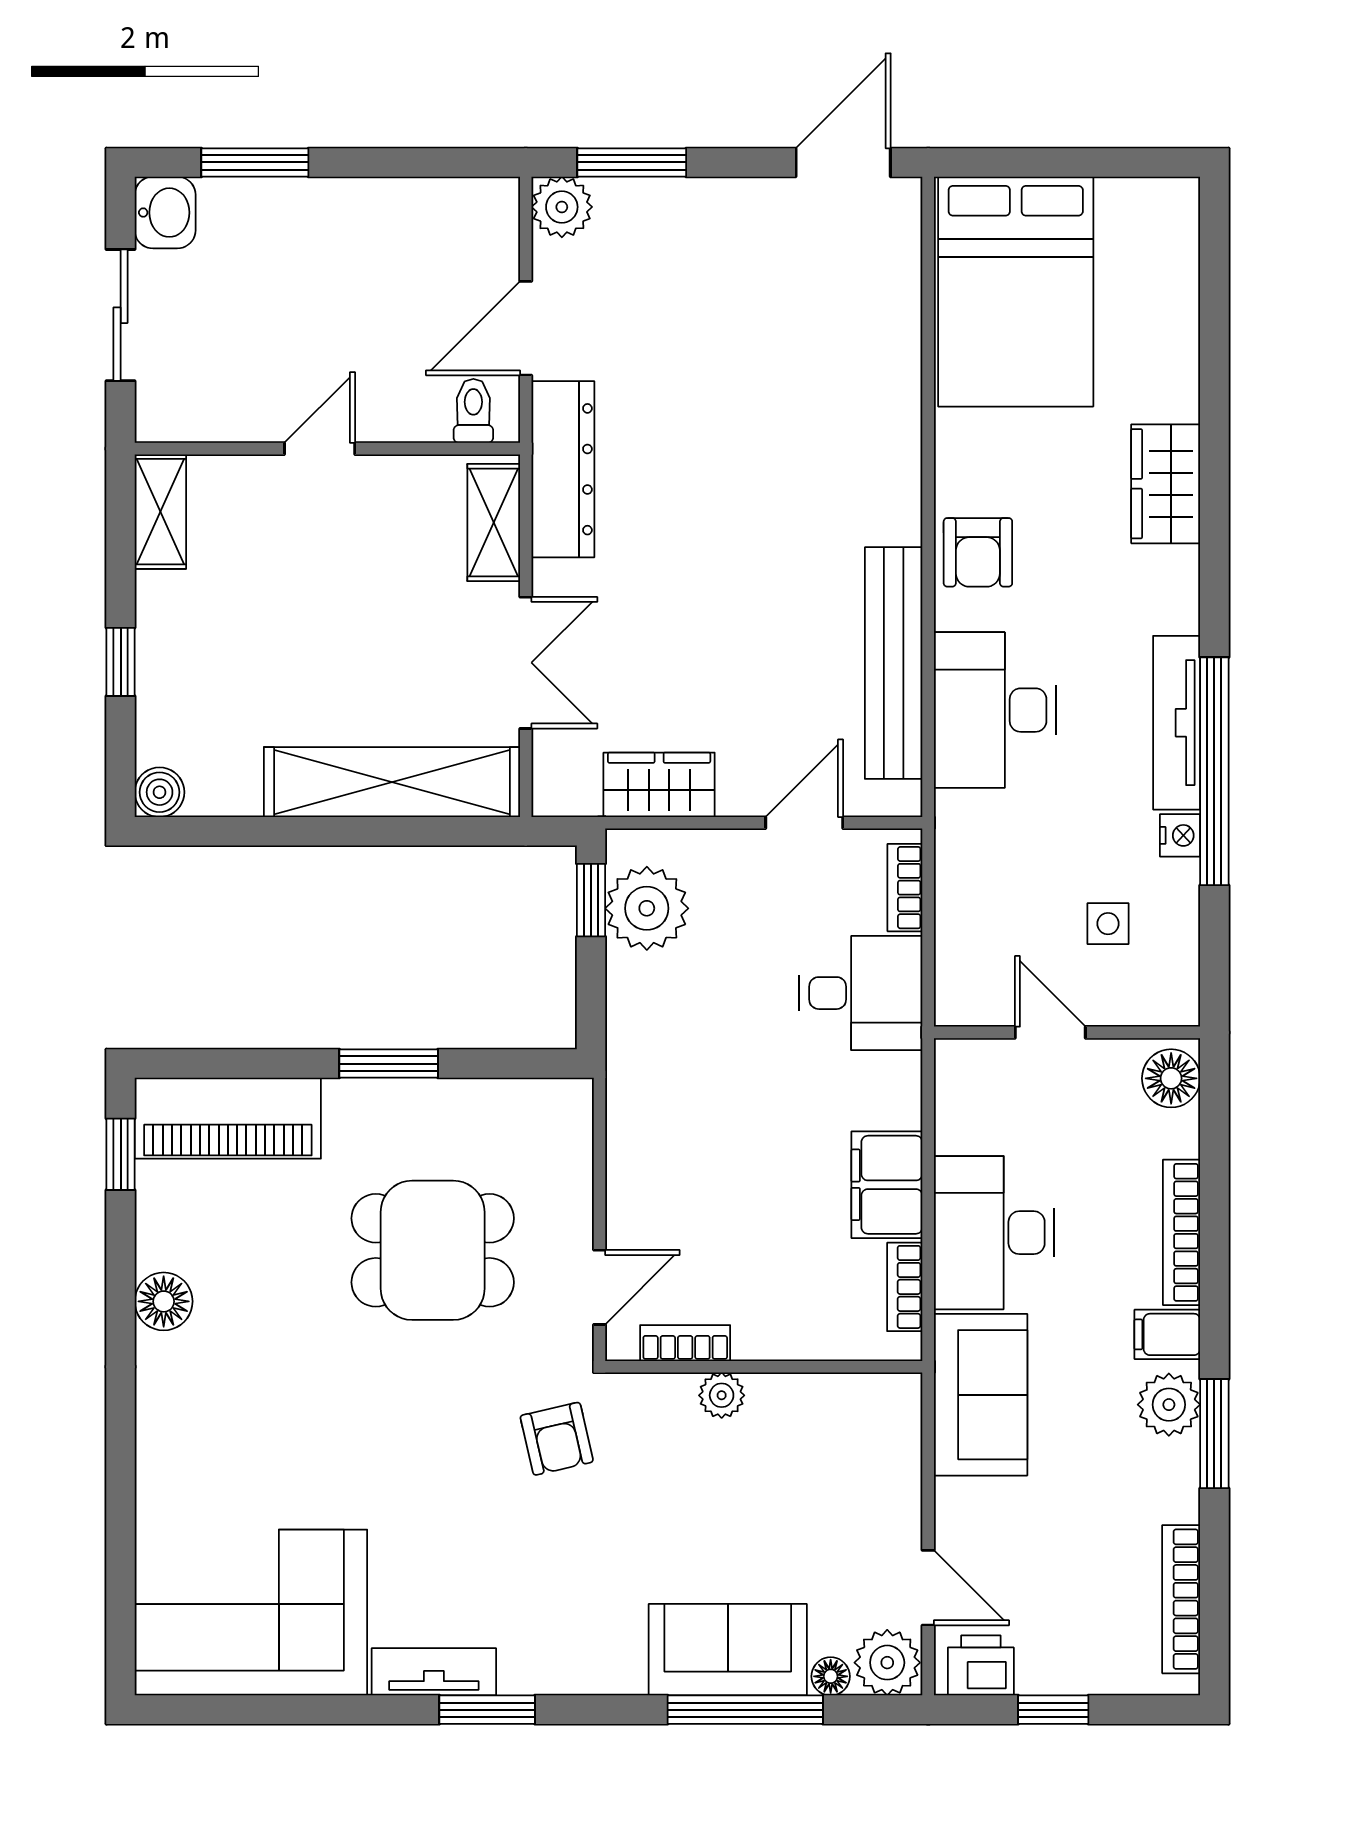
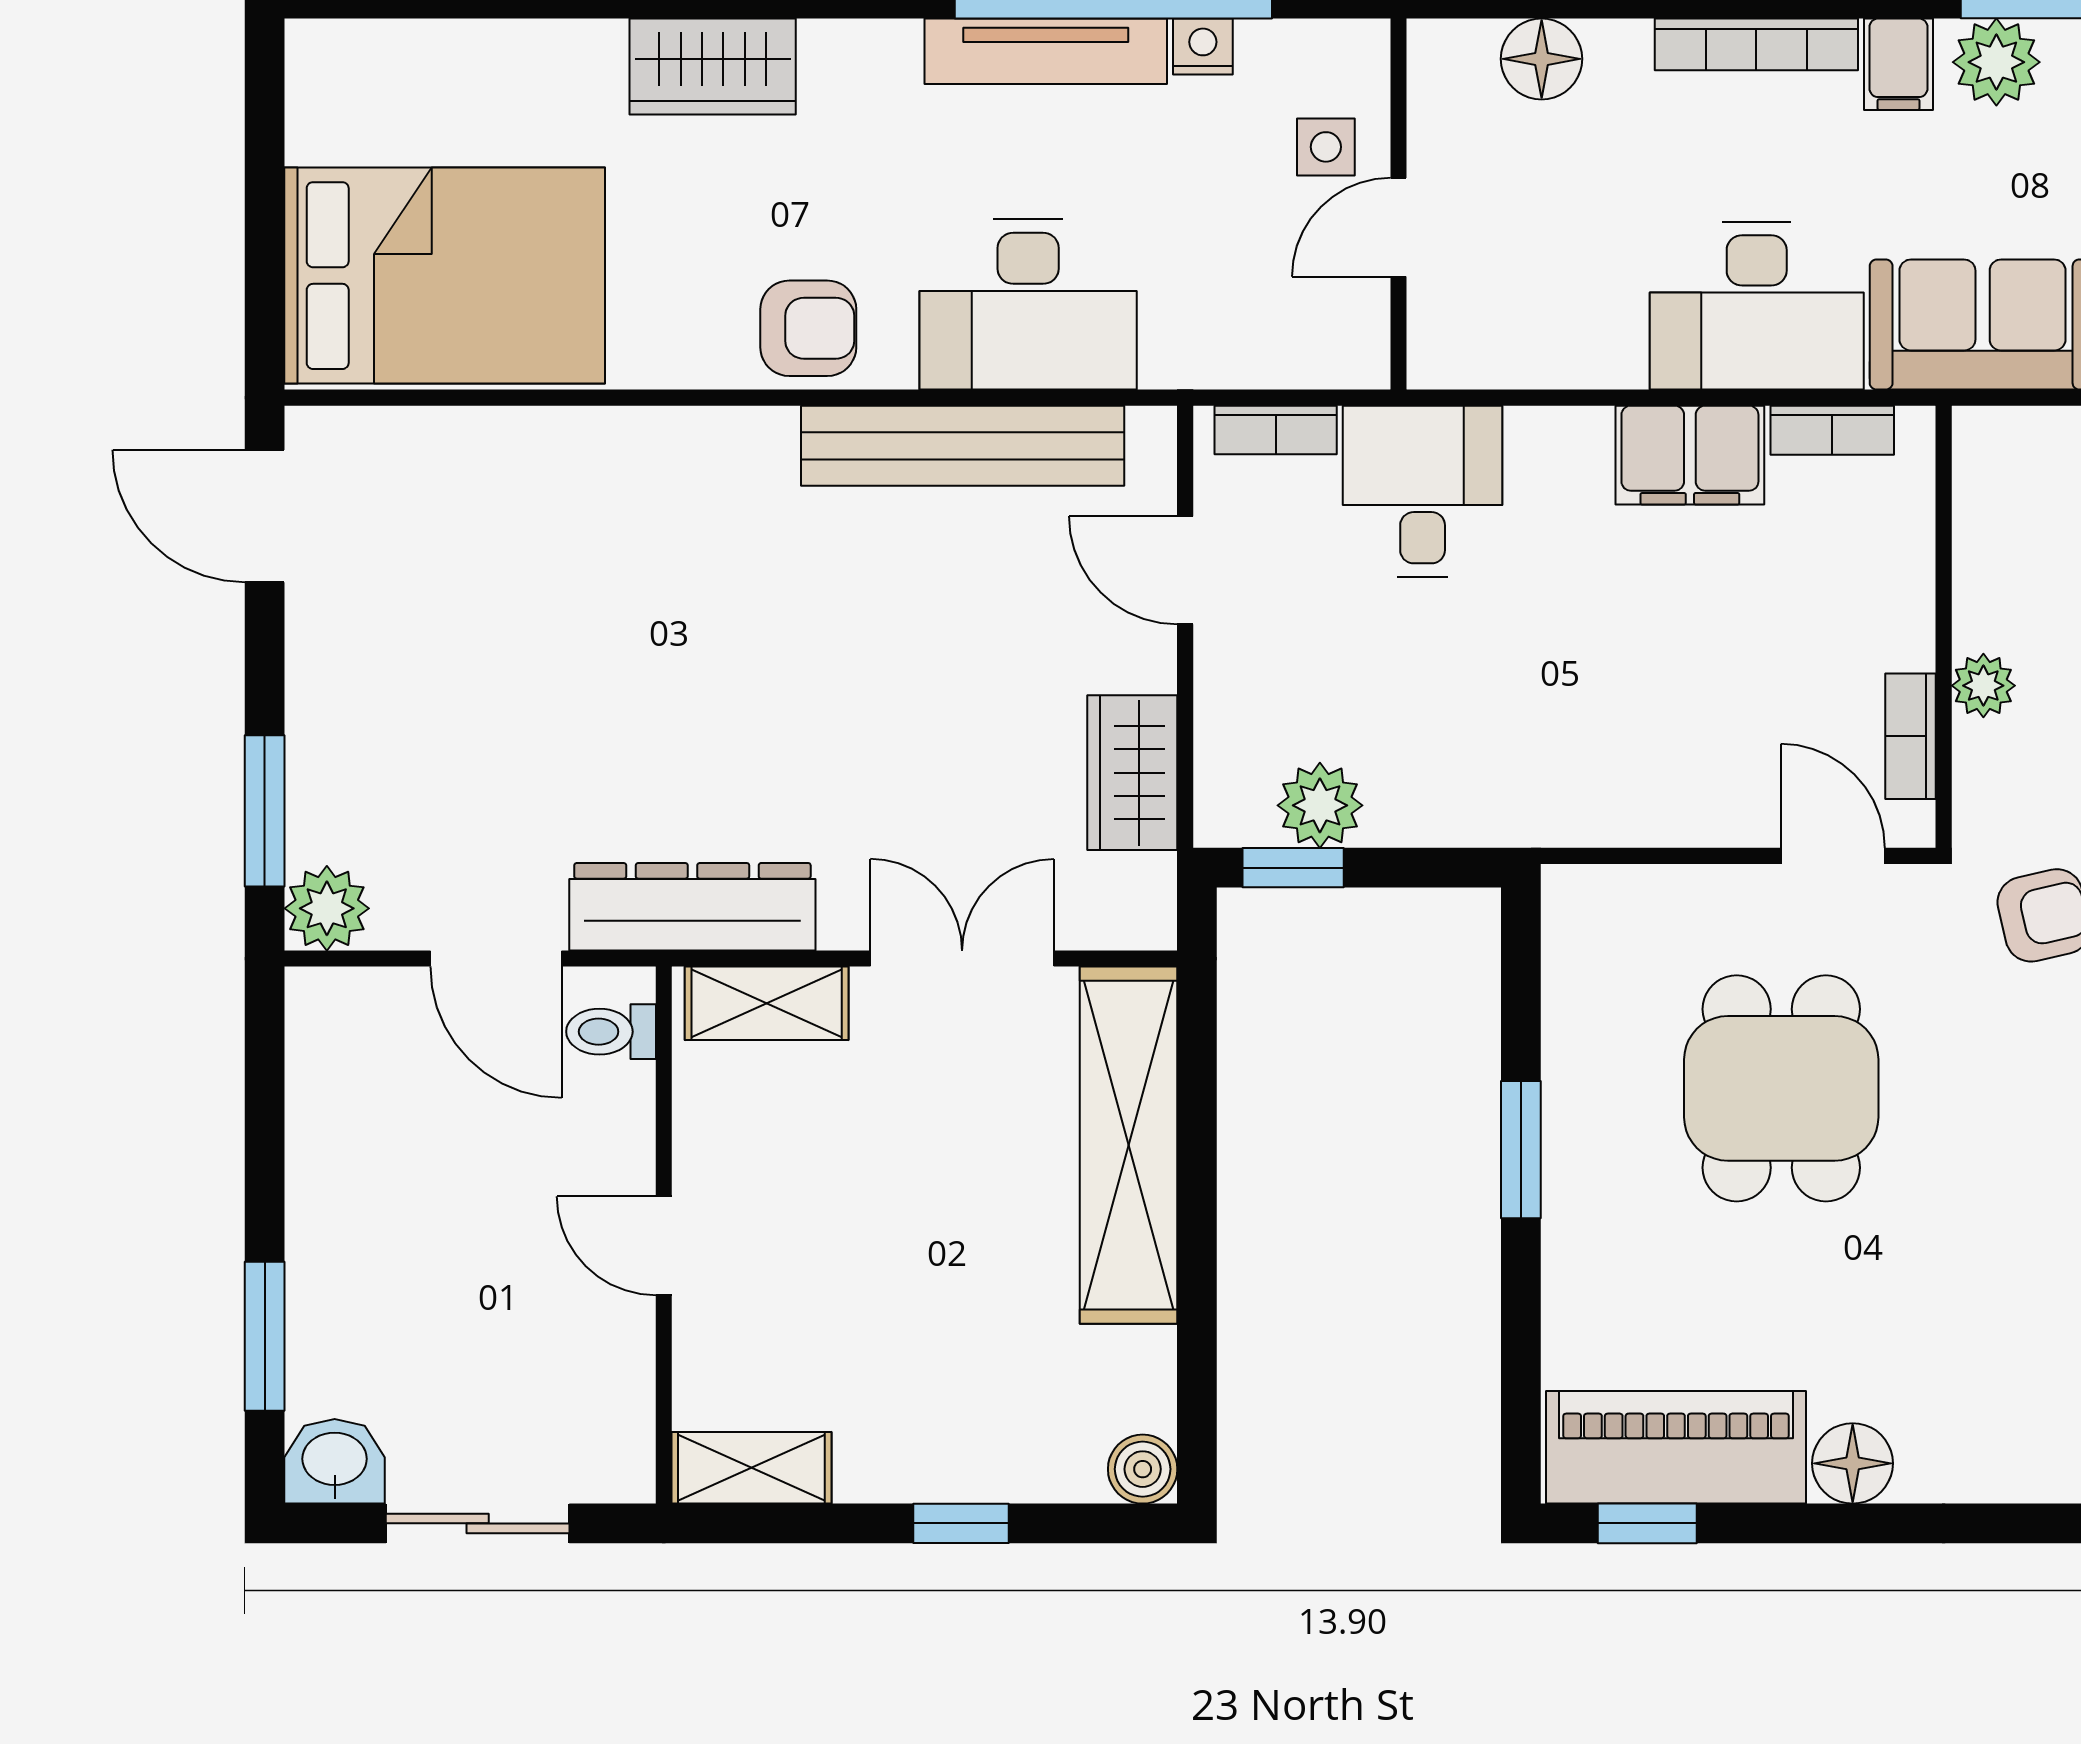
plant: (647, 908) -> (1320, 805), width x0.73, depth x0.73
door: (1050, 1032) -> (1398, 227), moved
wall: (1067, 1032) -> (1398, 204), moved
piano: (228, 1118) -> (1676, 1447), moved, turned -90

